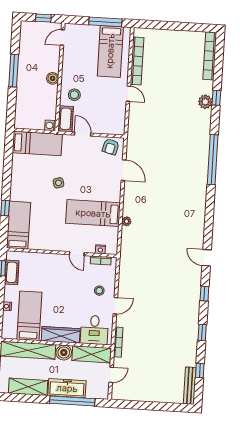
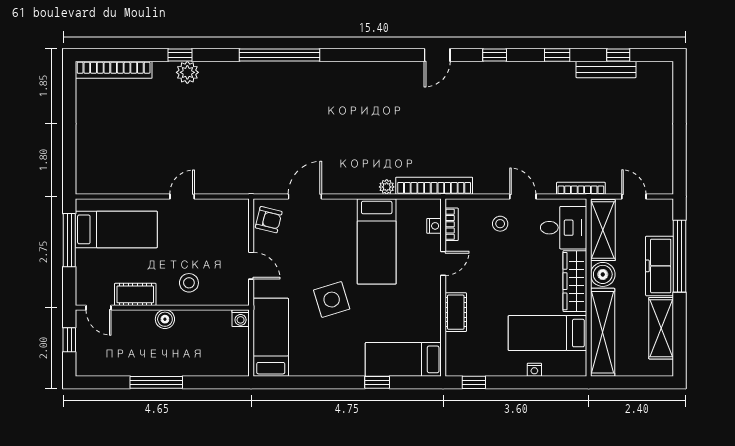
bookcase: (137, 61) -> (434, 186), moved
cot: (66, 119) -> (135, 294), moved
door: (83, 134) -> (251, 266), swing flipped
side table: (58, 183) -> (332, 300), width x1.87, depth x1.87
cot: (12, 272) -> (456, 312), moved, turned 90
bench: (190, 386) -> (606, 69), moved

